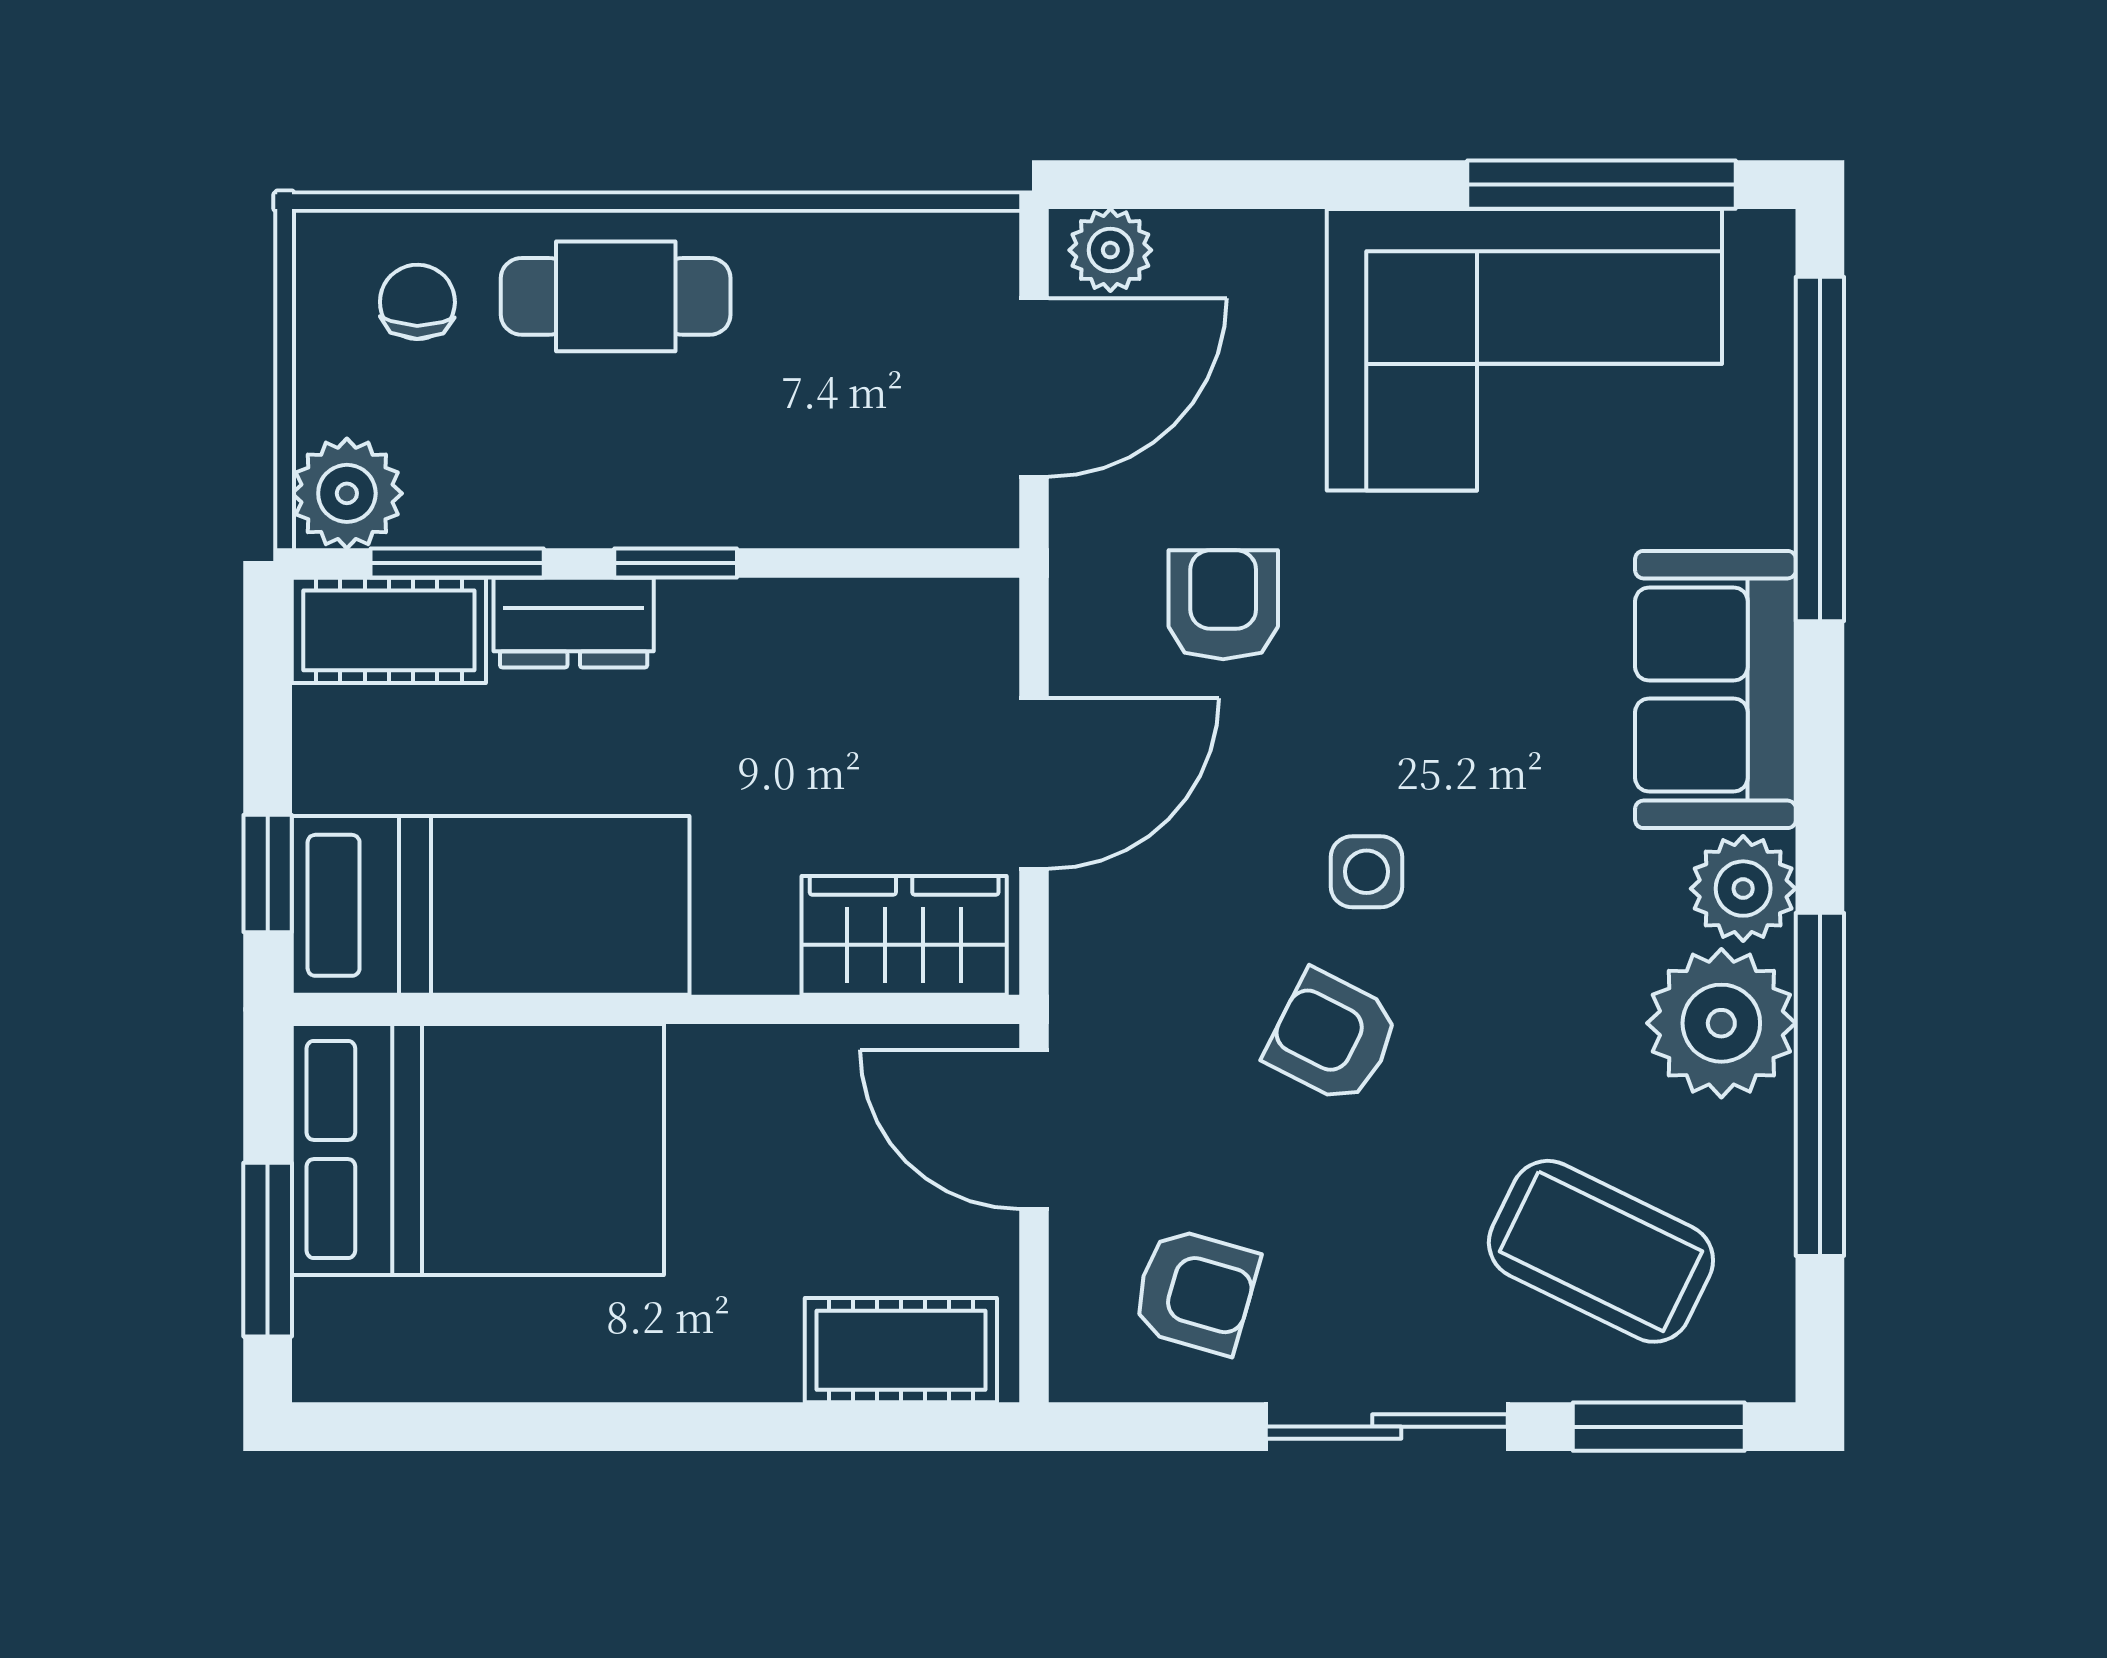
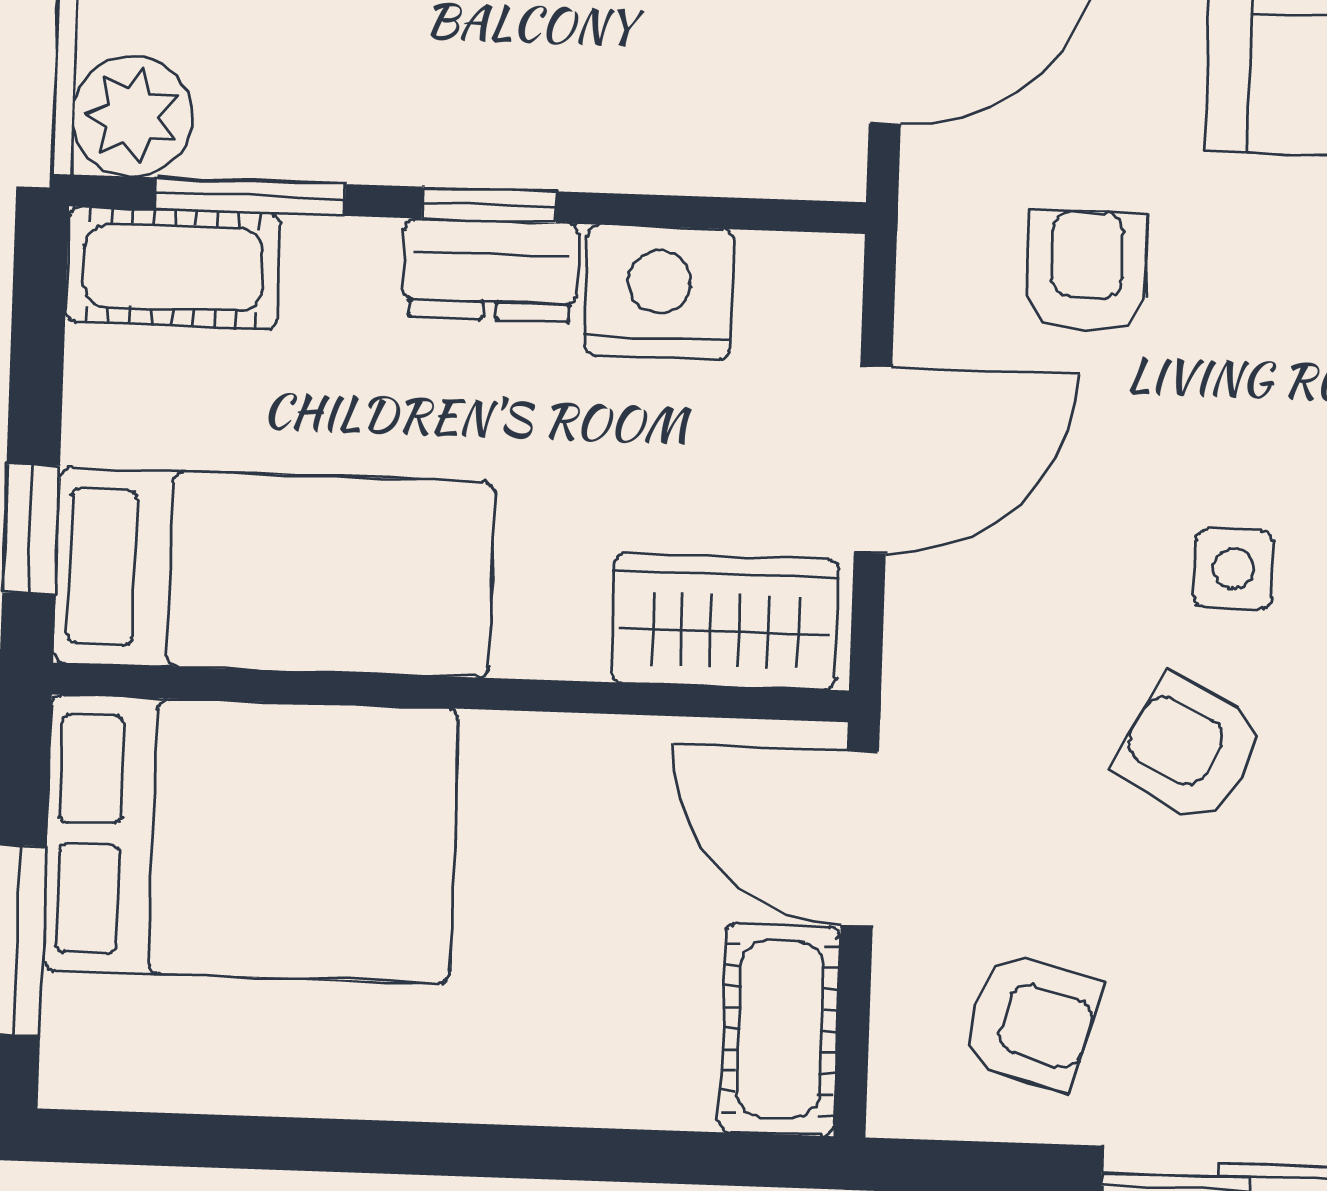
dresser: (574, 623) -> (491, 270), moved
nightstand: (833, 637) -> (659, 292), added
cot: (901, 1350) -> (780, 1029), moved, turned 90

